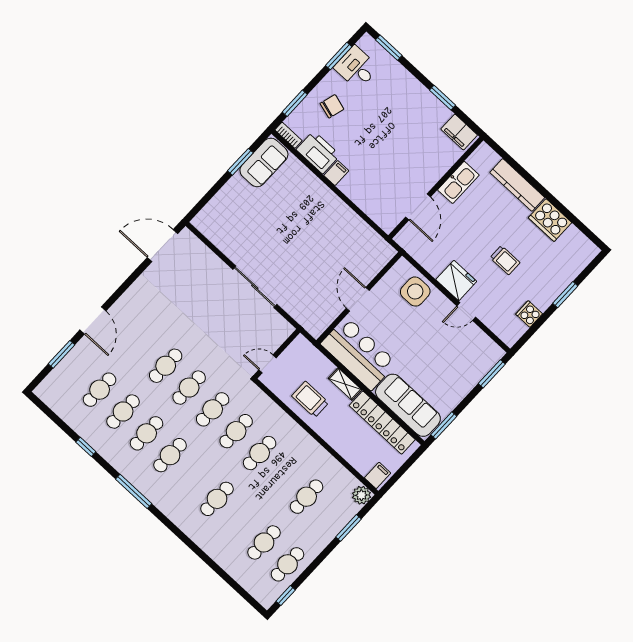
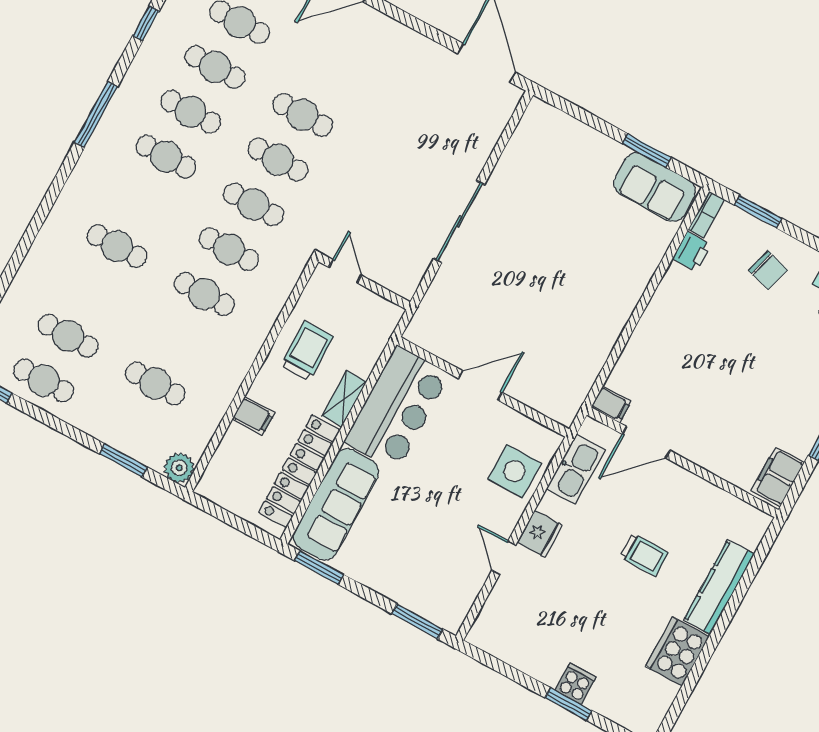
printer: (318, 152) -> (692, 252), width x0.53, depth x0.68
filing cabinet: (336, 173) -> (611, 404), moved
kitchen sink: (458, 182) -> (576, 469), moved, turned -90
trolley: (505, 260) -> (644, 555), moved, turned -90
fridge: (456, 280) -> (540, 533), width x0.73, depth x0.75
cooker: (529, 314) -> (575, 684), moved
filing cabinet: (378, 475) -> (254, 416), moved

